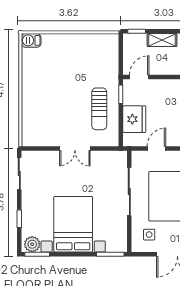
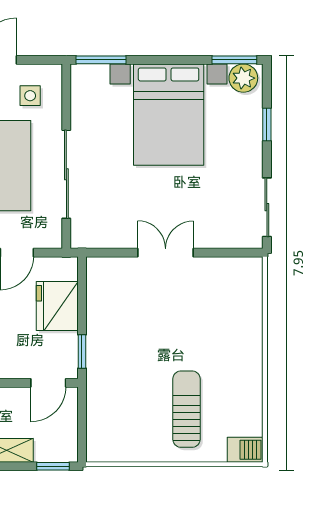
sun lounger: (99, 109) -> (186, 409), moved

